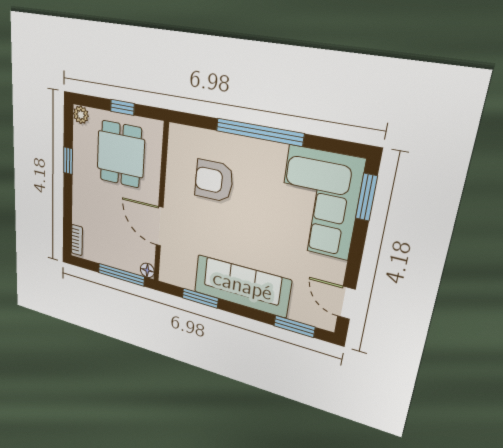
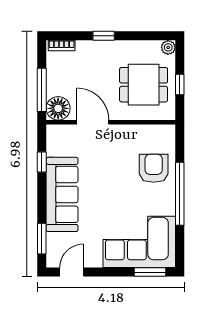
window: (68, 161) -> (104, 36), moved
armchair: (214, 181) -> (154, 168), moved
door: (160, 226) -> (93, 122), hinge flipped
floor lamp: (147, 270) -> (58, 108), width x1.89, depth x1.89
window: (200, 298) -> (42, 162), width x0.67

